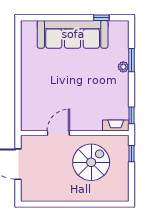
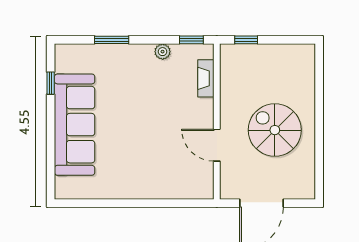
plant: (123, 67) -> (163, 52), moved
fireplace: (116, 126) -> (206, 78), moved
spiral stairs: (91, 162) -> (275, 130), moved

